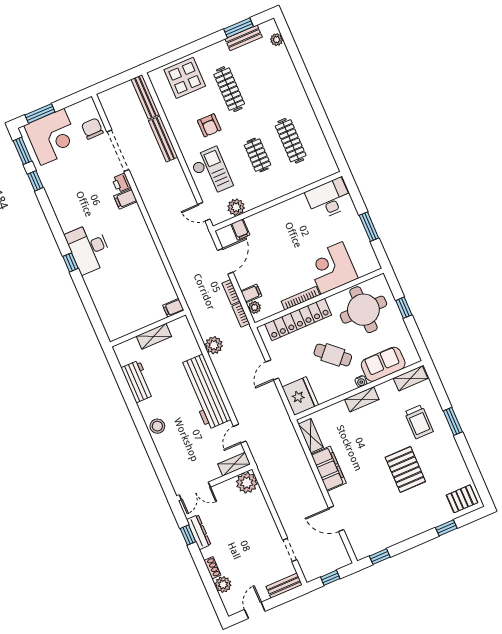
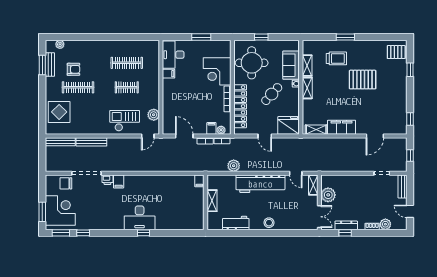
armchair: (209, 125) -> (73, 69), moved
filing cabinet: (240, 229) -> (169, 74), moved
shelving: (410, 378) -> (307, 66), moved
plant: (247, 483) -> (328, 195), moved
pallet: (462, 499) -> (396, 52), turned 90

